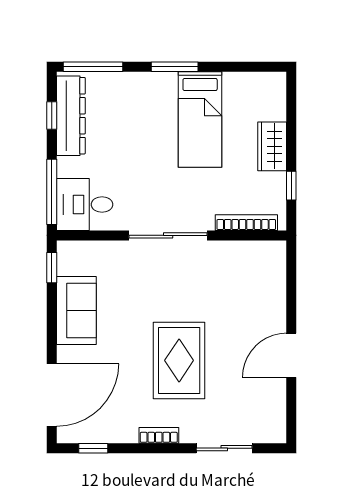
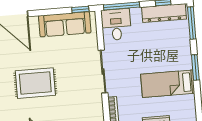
sofa: (76, 310) -> (65, 24), width x1.36

